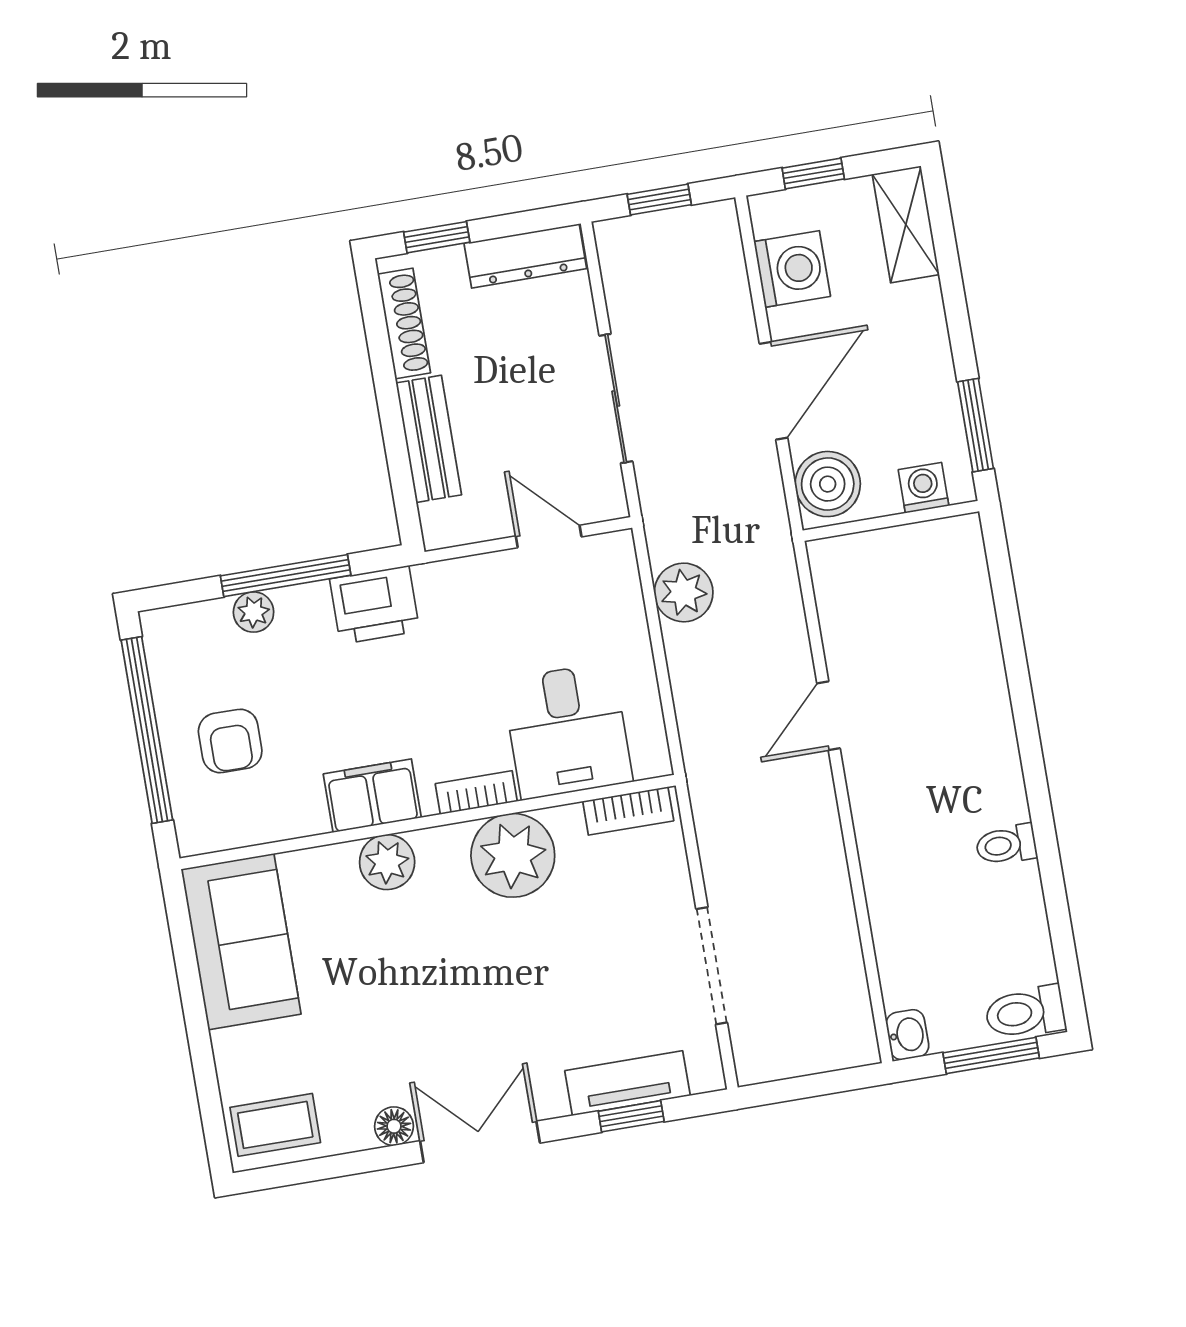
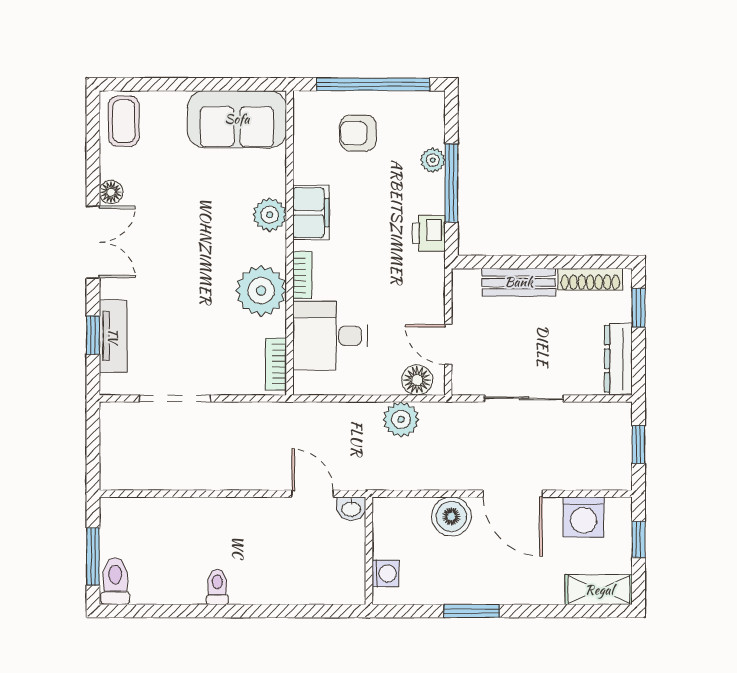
washing machine: (924, 488) -> (385, 574), moved
wall: (891, 521) -> (369, 551), moved
door: (549, 536) -> (448, 344), swing flipped
floor lamp: (615, 577) -> (417, 380), added
printer: (375, 605) -> (429, 233), width x0.73, depth x0.81
washbasin: (907, 1035) -> (351, 509), moved

